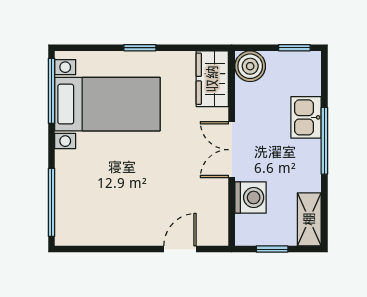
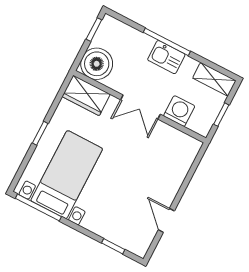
boiler: (250, 66) -> (97, 64), width x1.37, depth x1.37
kitchen sink: (306, 117) -> (166, 57), moved
window: (51, 202) -> (113, 246), width x0.46
door: (180, 249) -> (166, 220), moved

